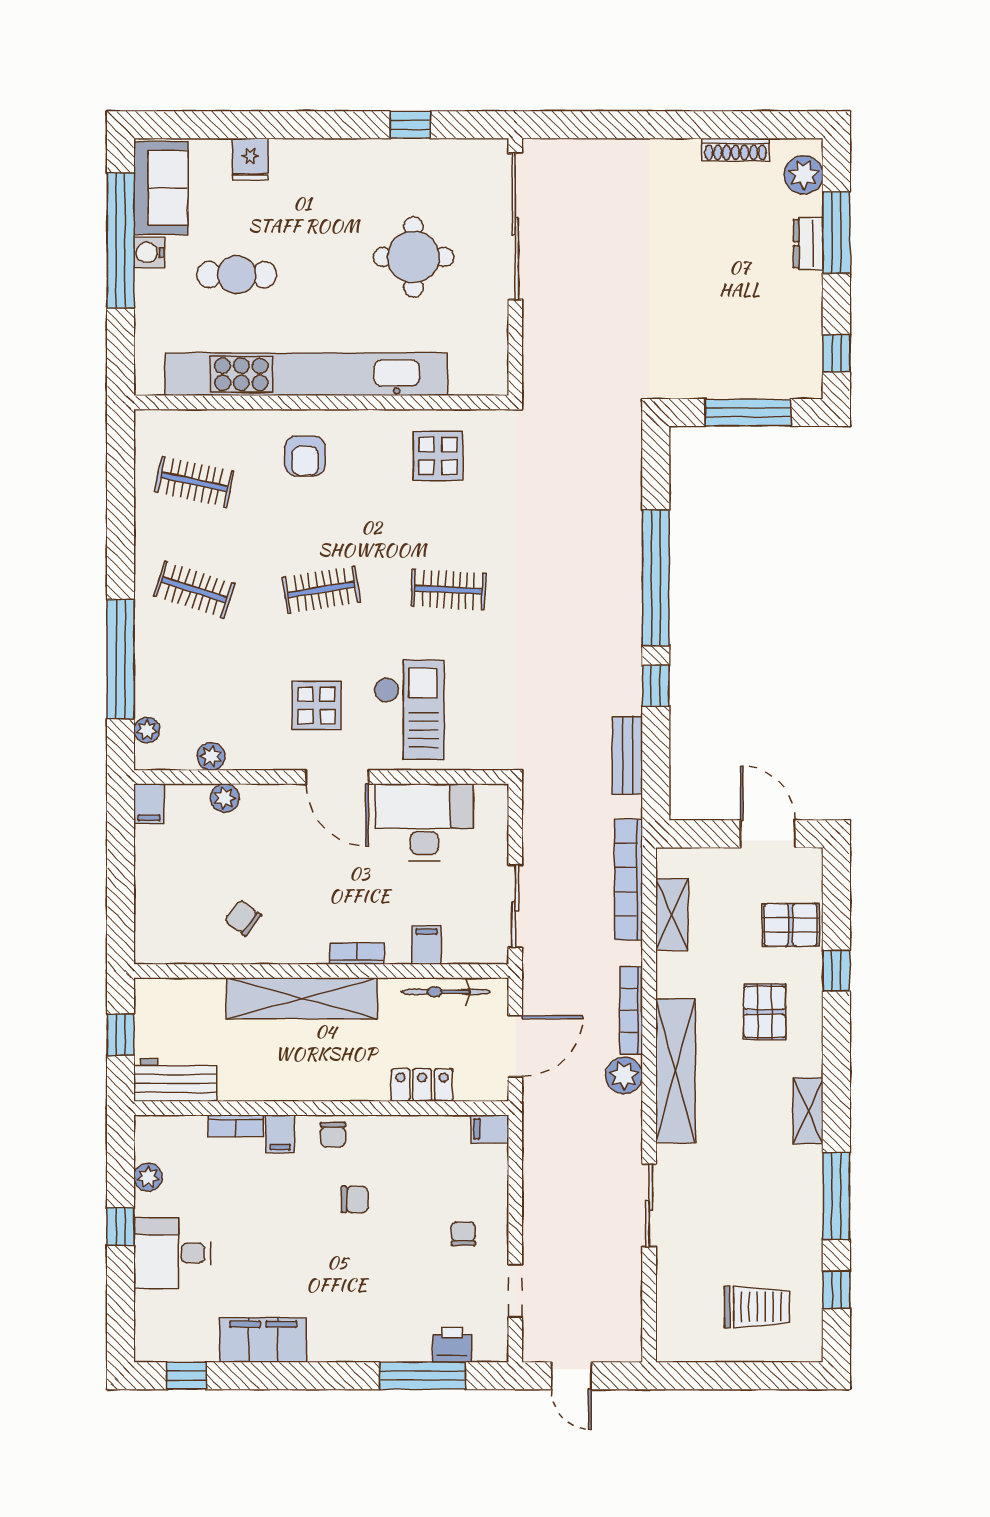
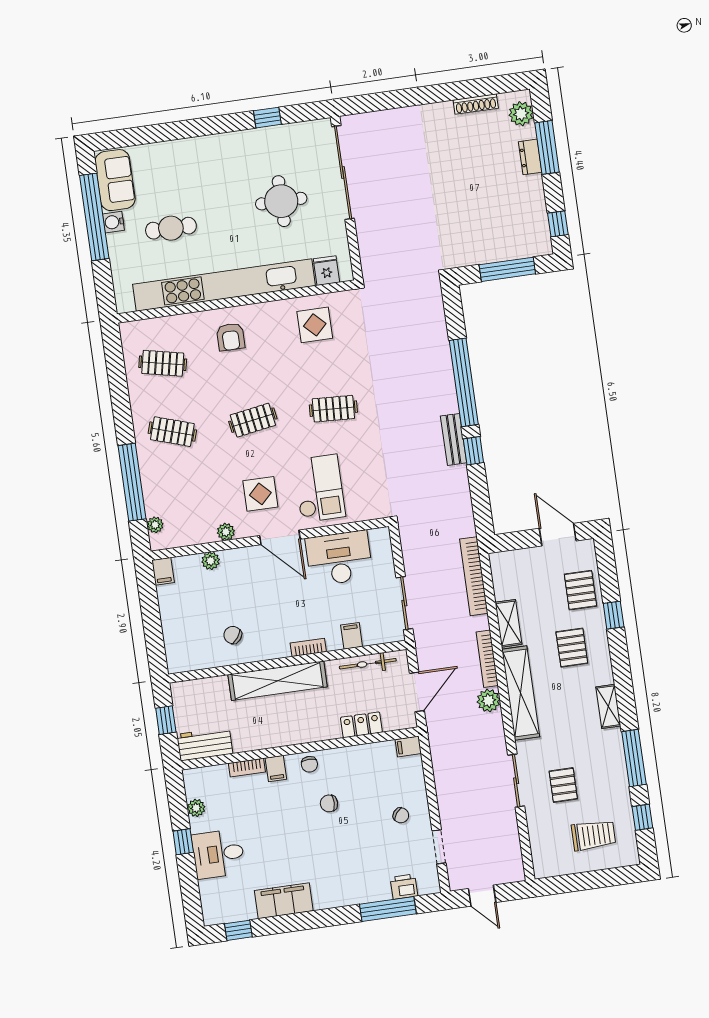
fridge: (250, 159) -> (326, 271), moved, turned 180
bench: (627, 755) -> (454, 439), moved
plant: (211, 756) -> (226, 532), moved
shelving: (672, 914) -> (508, 623), moved
pallet: (791, 925) -> (580, 590), turned 90
chair: (355, 1199) -> (329, 803), turned 180
pallet: (721, 1223) -> (563, 785), added
chair: (463, 1234) -> (401, 815), turned 127

